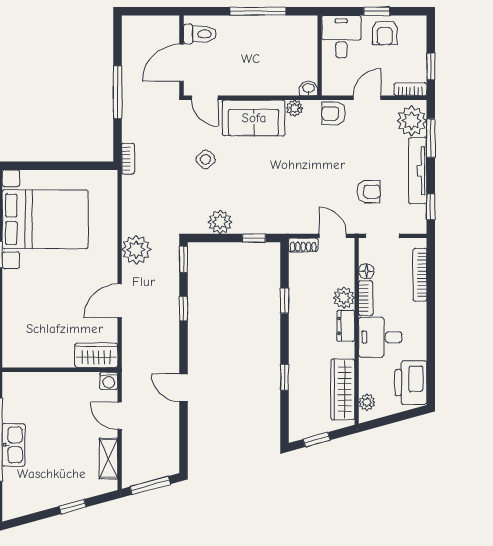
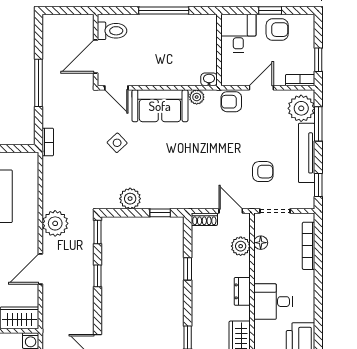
armchair: (385, 33) -> (277, 30), turned -90
plant: (344, 298) -> (241, 246), moved
bookcase: (366, 298) -> (260, 267), removed

